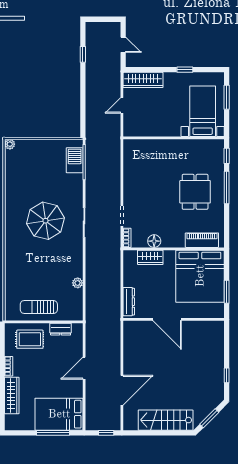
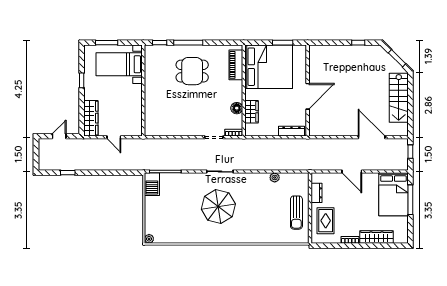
barbecue: (75, 160) -> (152, 184), moved, turned -90

